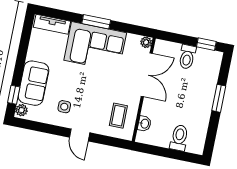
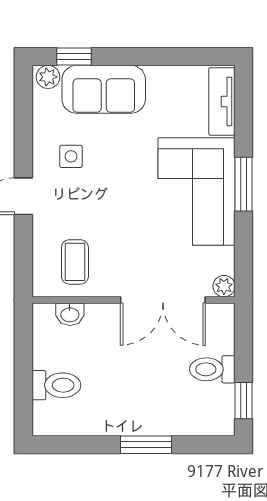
coffee table: (118, 116) -> (75, 262), turned 90

